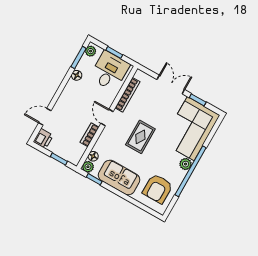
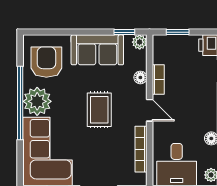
floor lamp: (93, 156) -> (140, 77), moved
plant: (186, 164) -> (37, 101), width x1.88, depth x1.88

